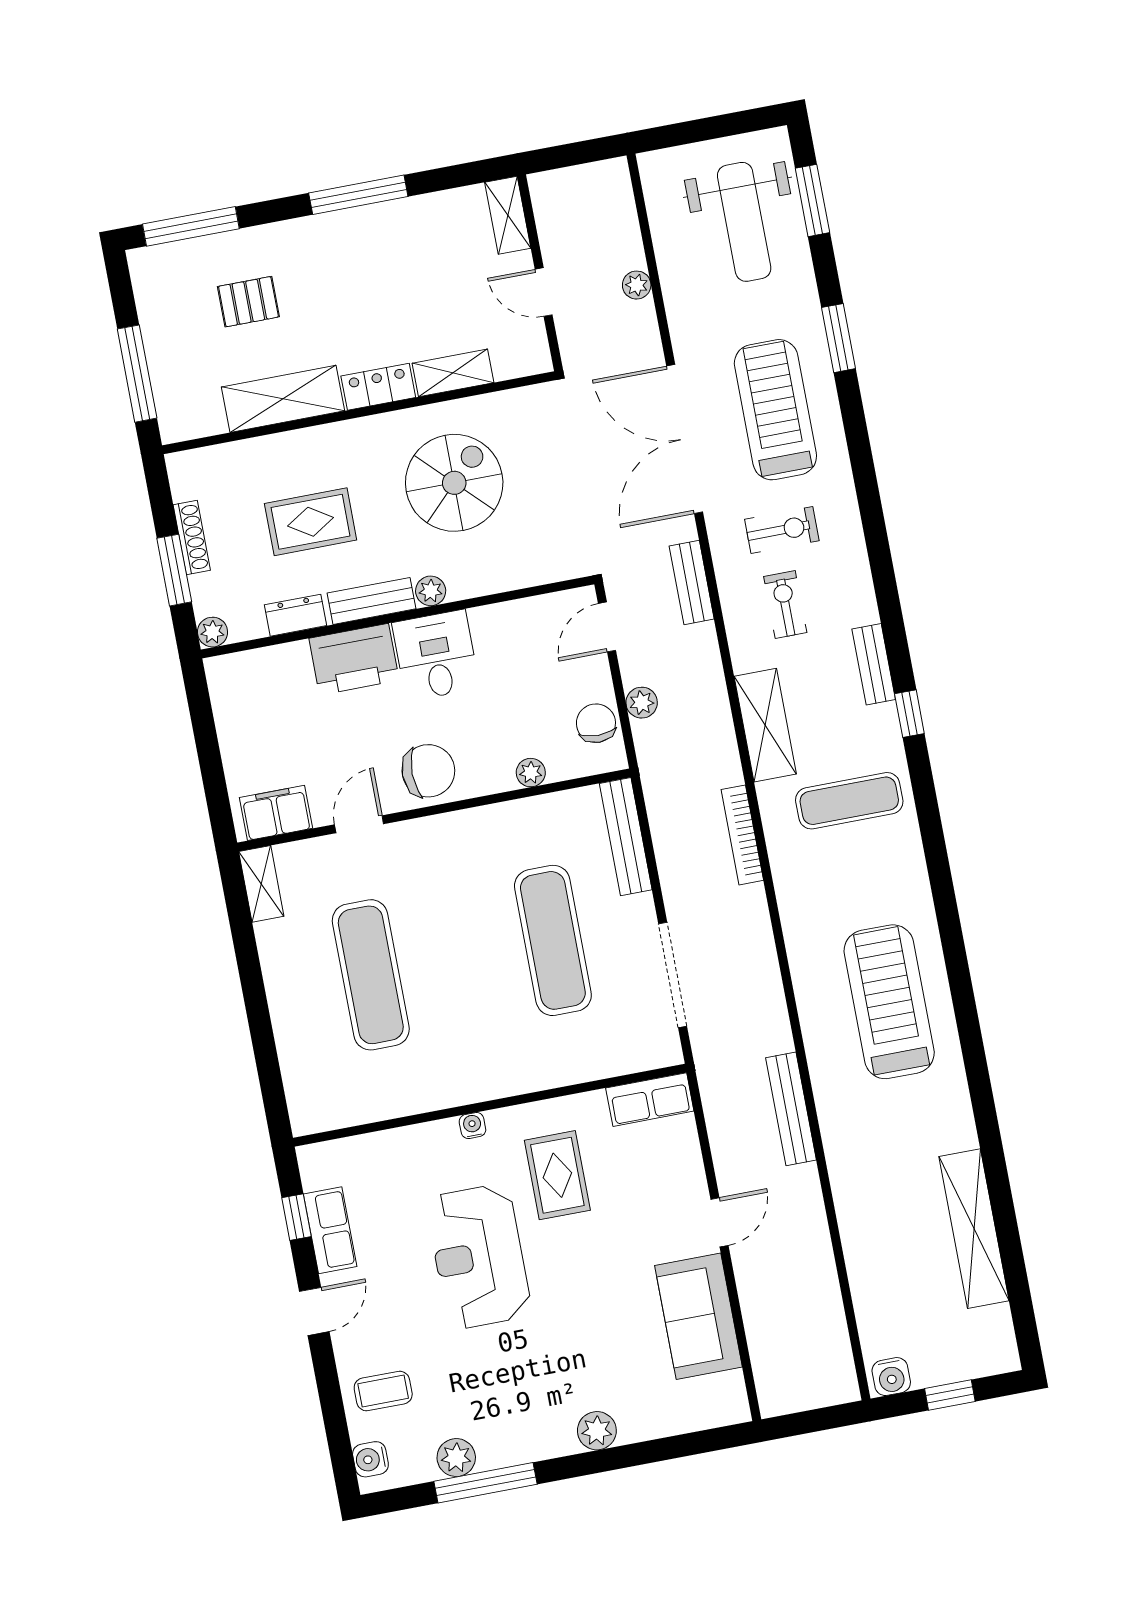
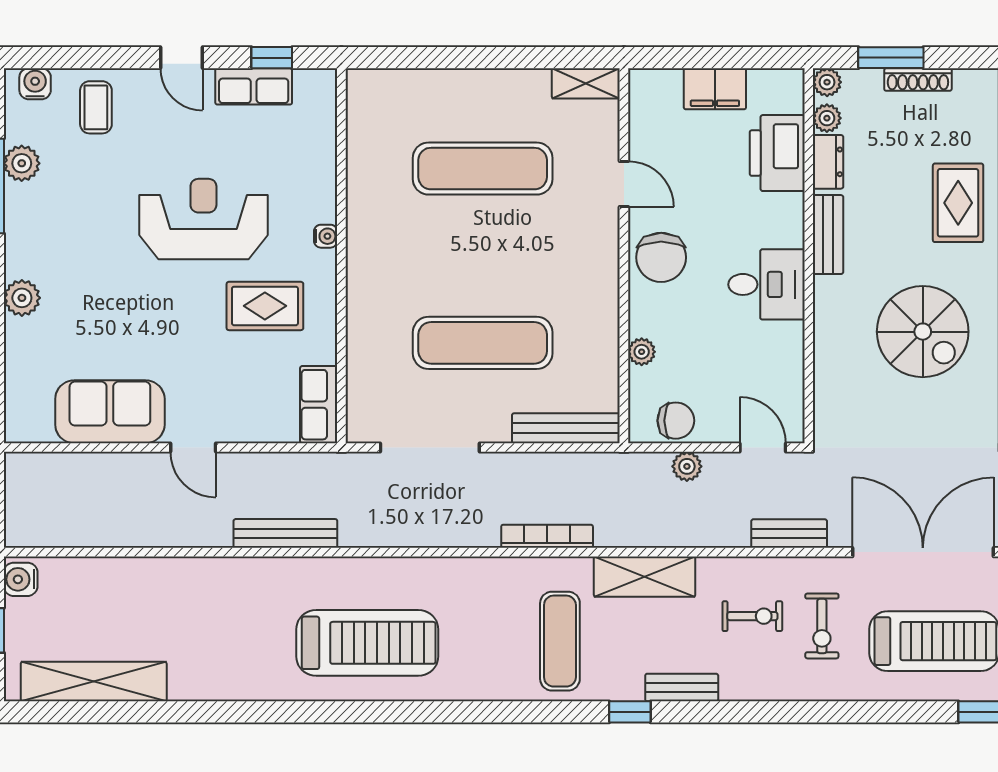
rug: (311, 522) -> (958, 203), moved
plant: (431, 591) -> (827, 118), moved
printer: (354, 659) -> (777, 153), moved
filing cabinet: (276, 813) -> (715, 89), moved, turned 90
shelving: (974, 1229) -> (94, 682), moved

